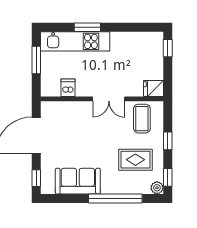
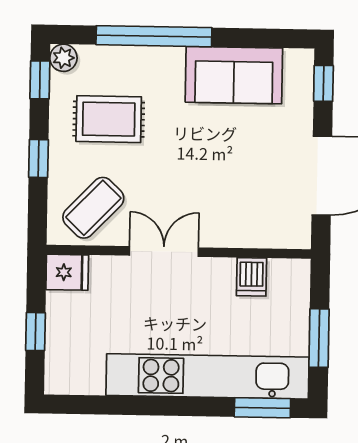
window: (87, 27) -> (262, 408), moved
kitchen unit: (75, 41) -> (208, 376), width x1.36
window: (168, 48) -> (35, 332), moved
coffee table: (142, 119) -> (93, 208), turned 44

